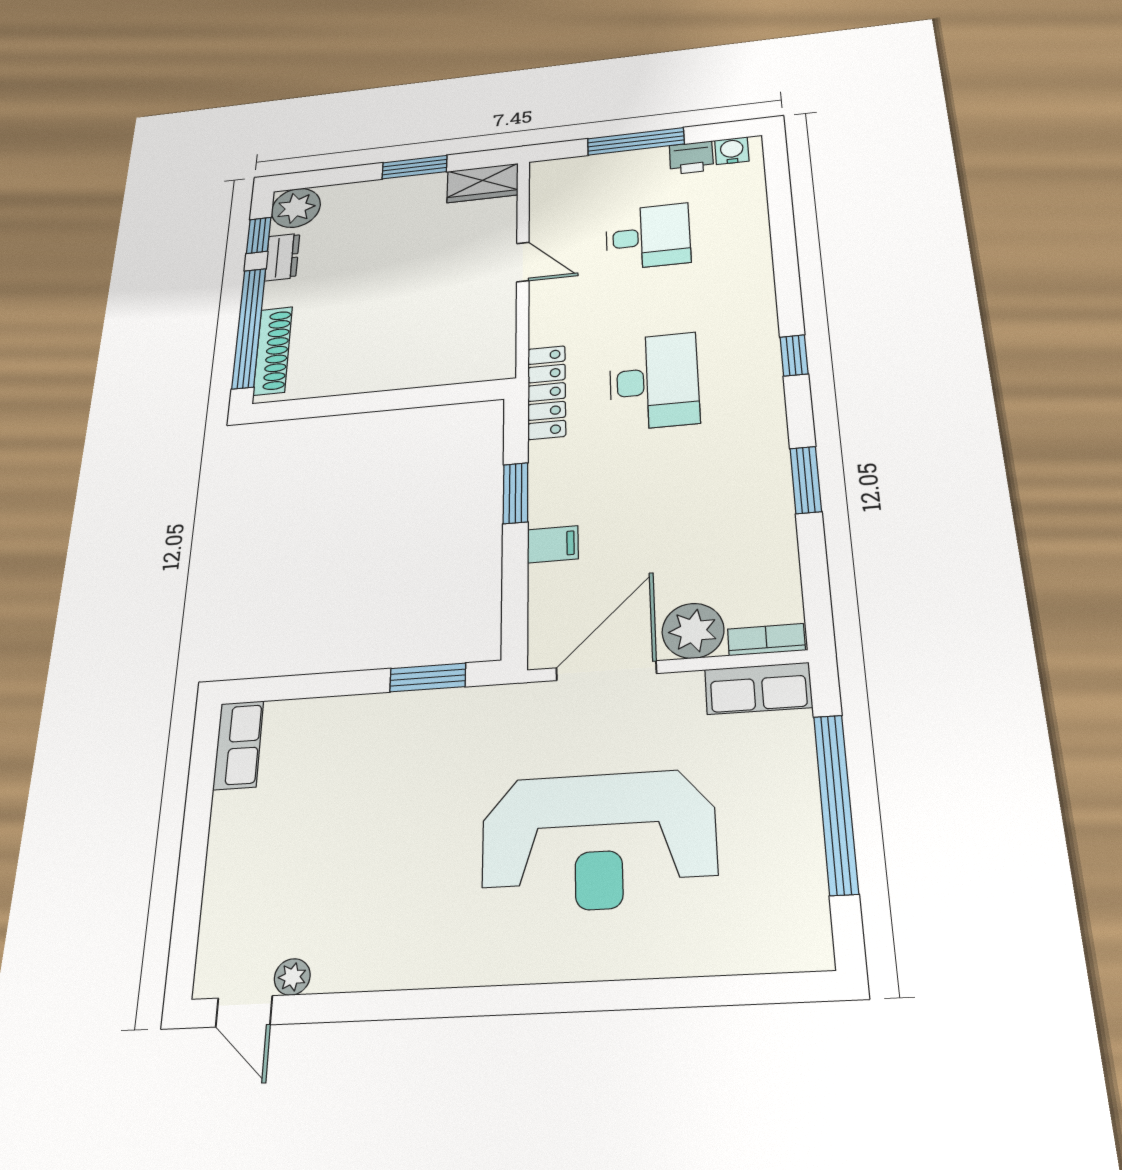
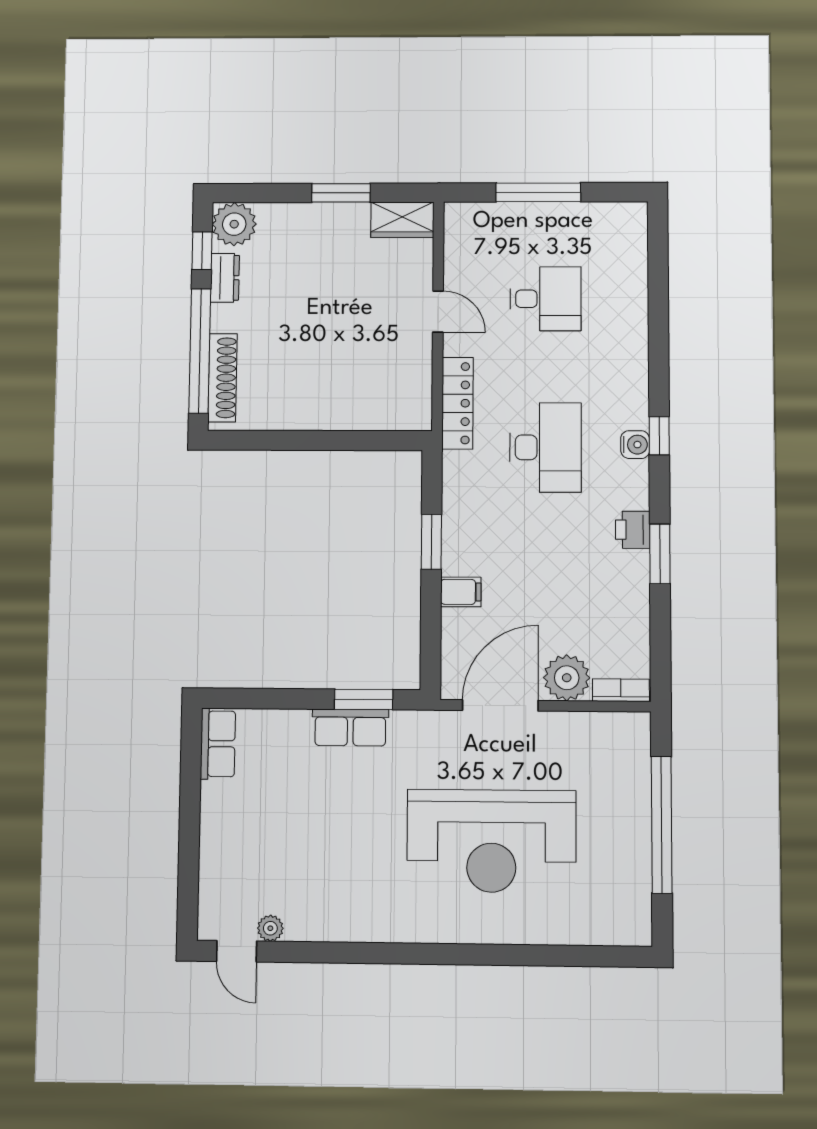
water cooler: (732, 151) -> (635, 445), moved, turned 90
printer: (691, 158) -> (633, 530), moved, turned 90
locker: (547, 392) -> (458, 403), moved
row of seats: (758, 688) -> (350, 727), moved

